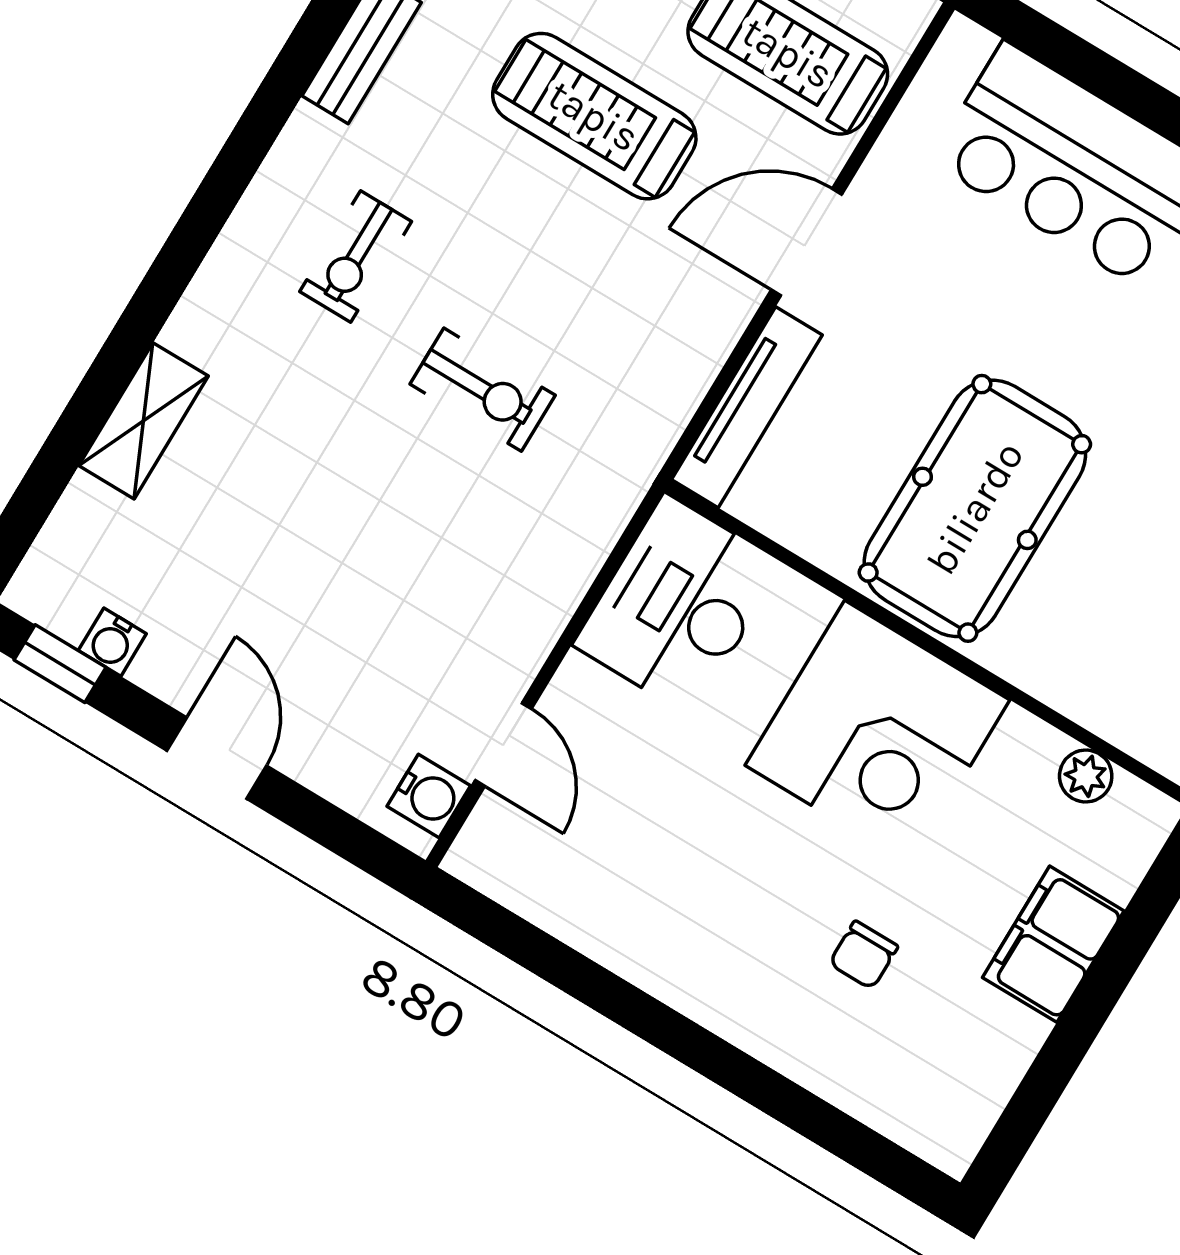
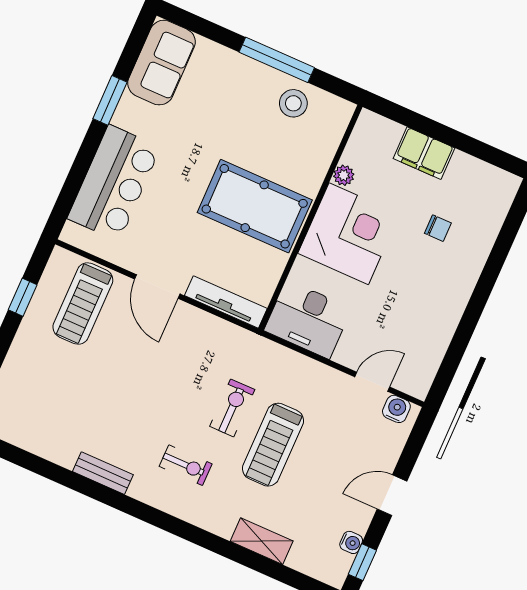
treadmill: (594, 116) -> (273, 445), moved
plant: (1086, 776) -> (344, 175), moved

